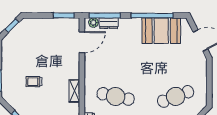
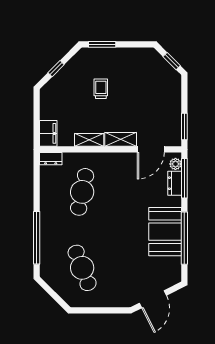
booth: (161, 31) -> (165, 232), moved
door: (82, 42) -> (151, 149), hinge flipped
shelving: (74, 66) -> (121, 139), added

